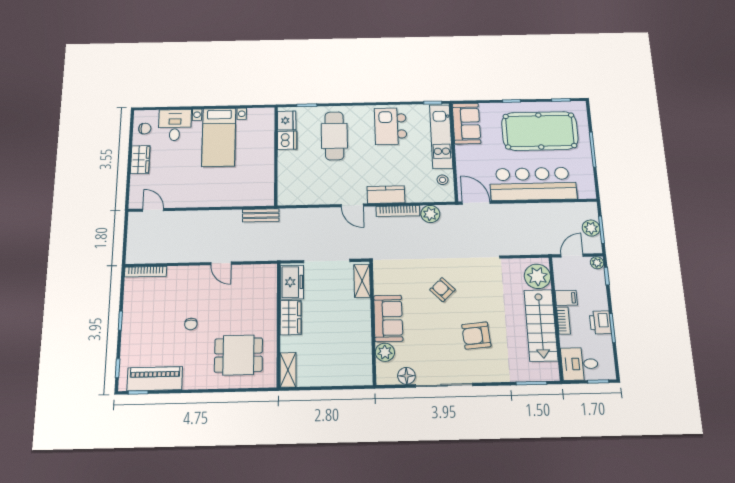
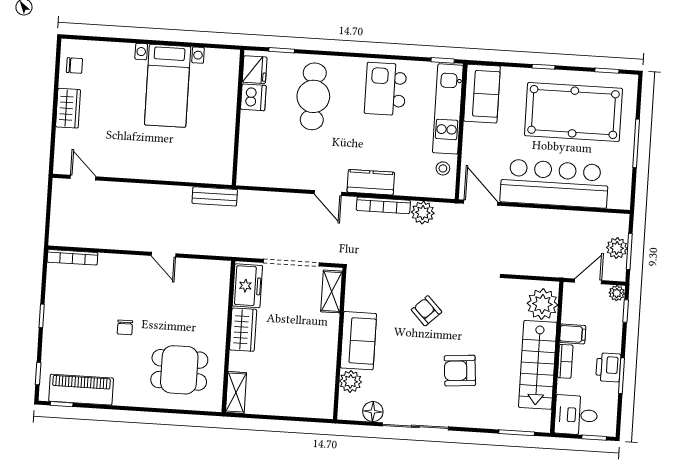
desk: (175, 125) -> (113, 64), removed

